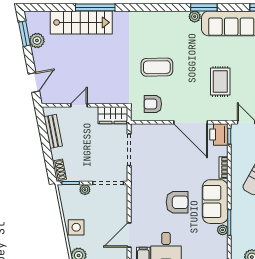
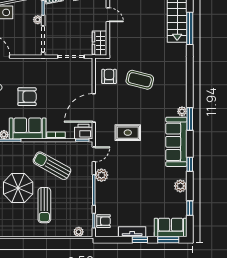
coffee table: (157, 67) -> (140, 80), turned -75
armchair: (177, 202) -> (27, 97), turned -90

